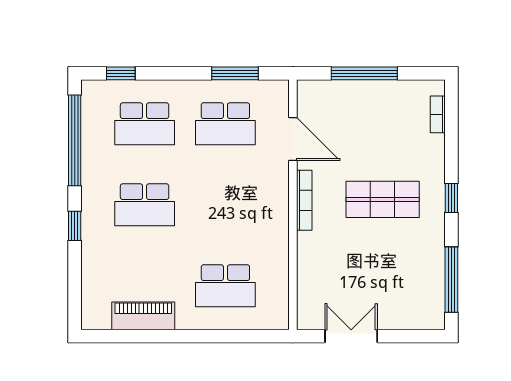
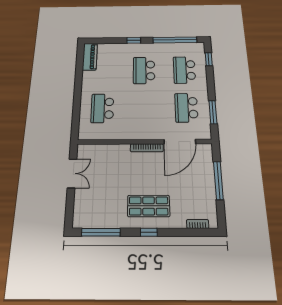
door: (293, 139) -> (180, 142), width x1.36
shop shelf: (383, 199) -> (149, 206), moved, turned 90
piano: (143, 316) -> (90, 57), moved

